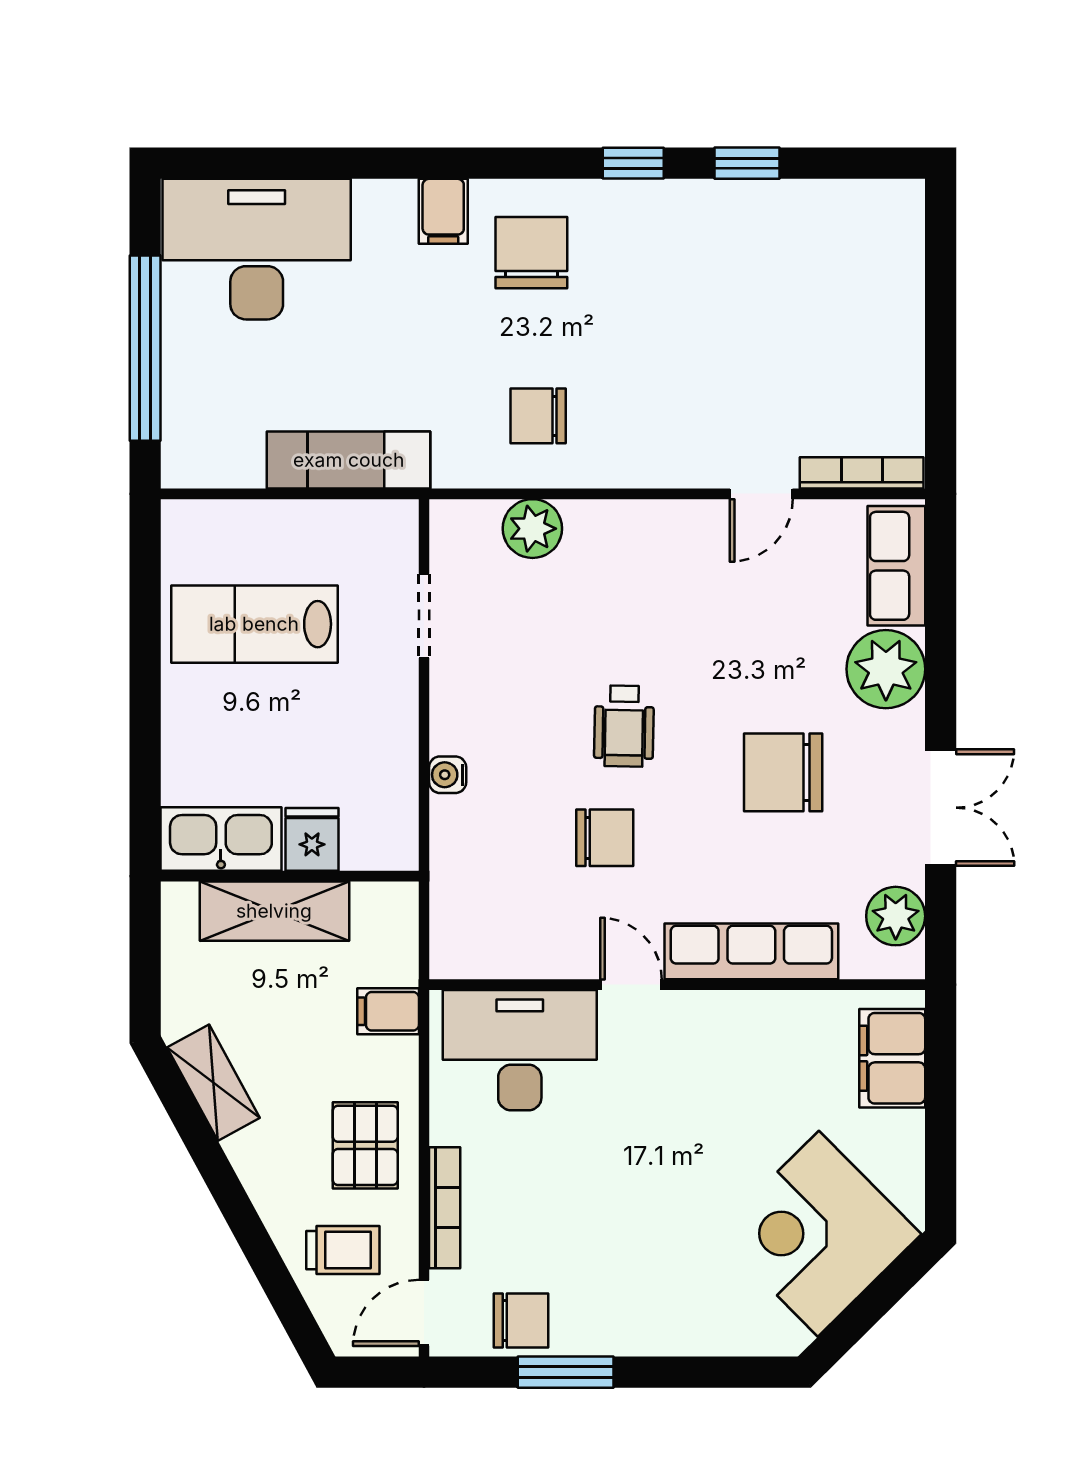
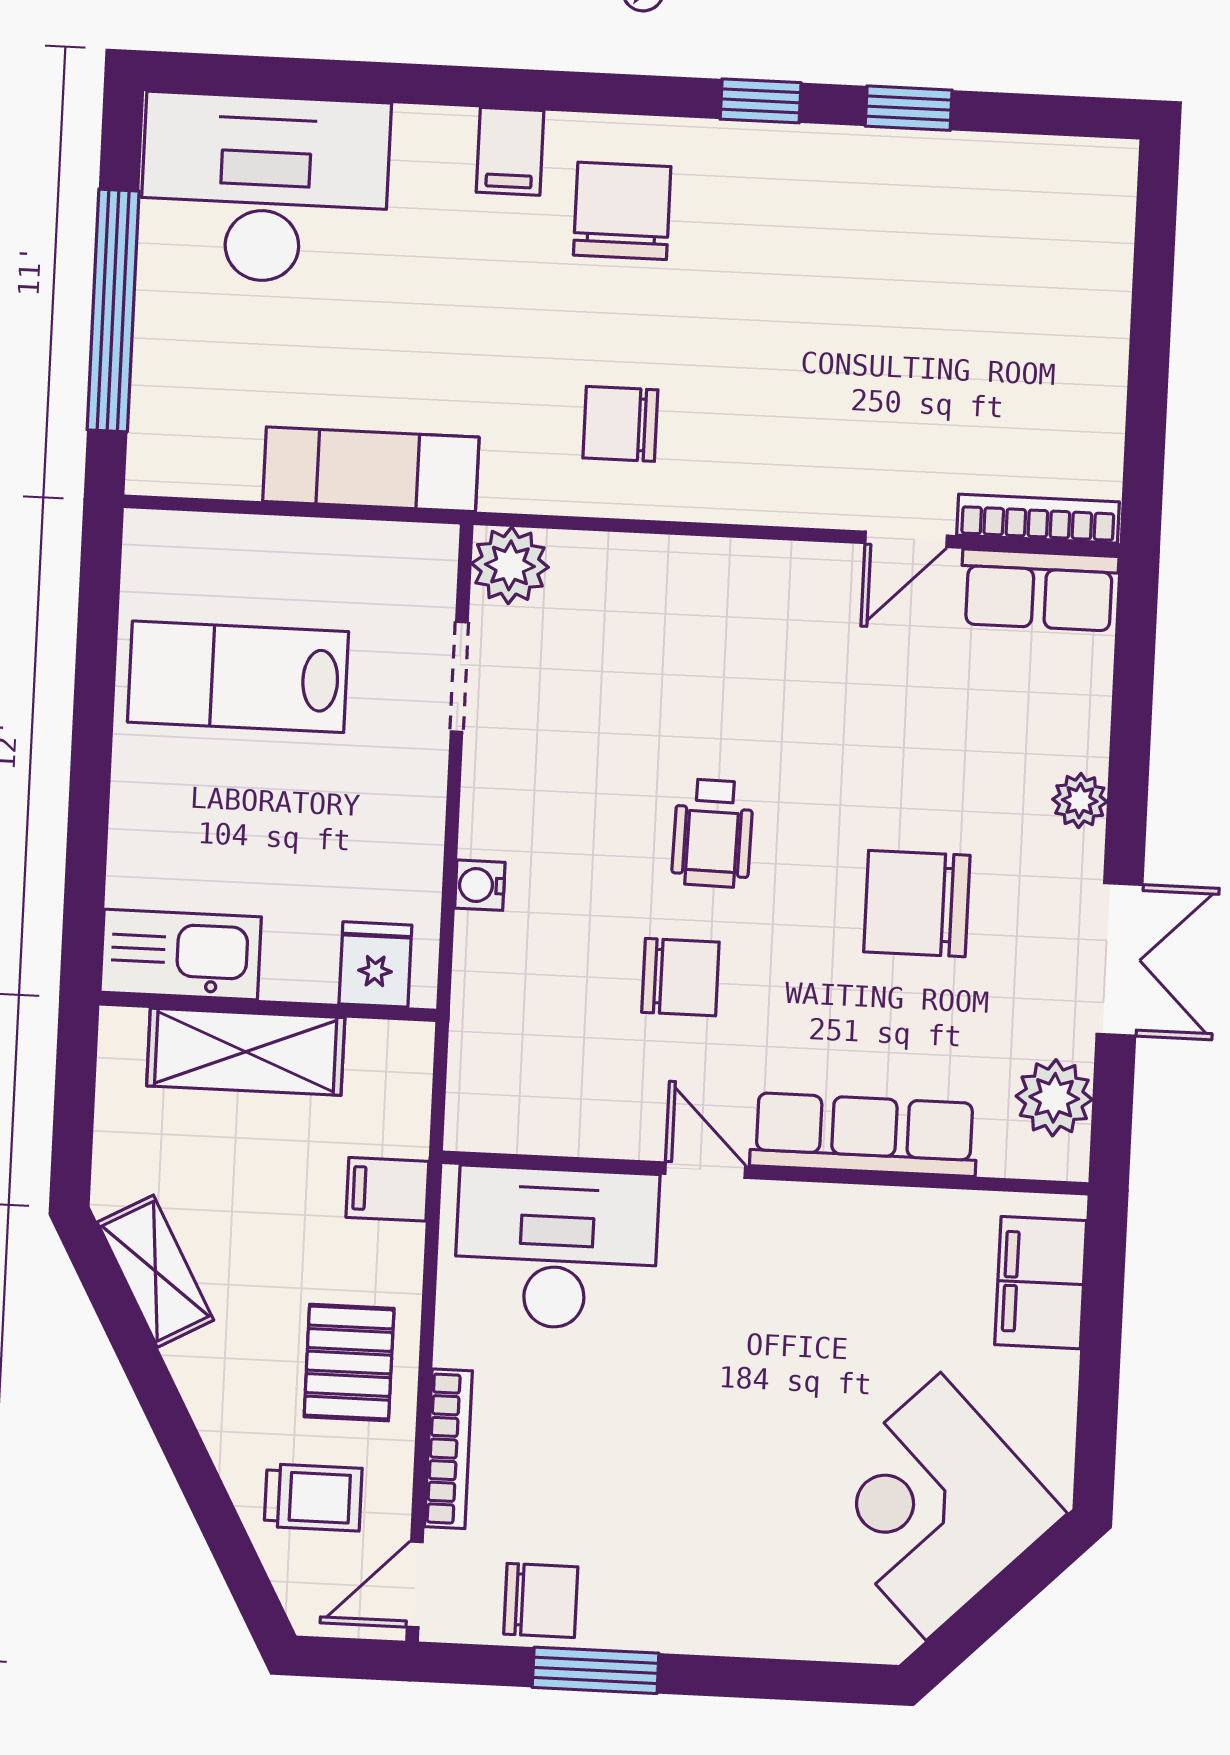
plant: (532, 529) -> (510, 565), moved
row of seats: (896, 566) -> (1039, 590), moved, turned -90
plant: (886, 669) -> (1080, 801), width x0.53, depth x0.53
fridge: (312, 839) -> (375, 964), moved

